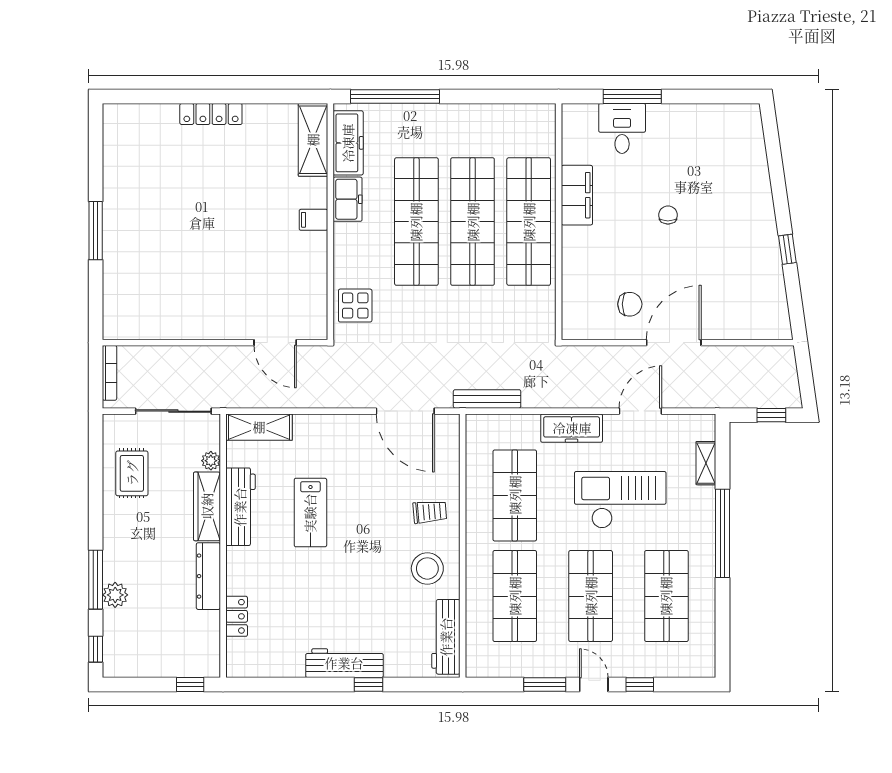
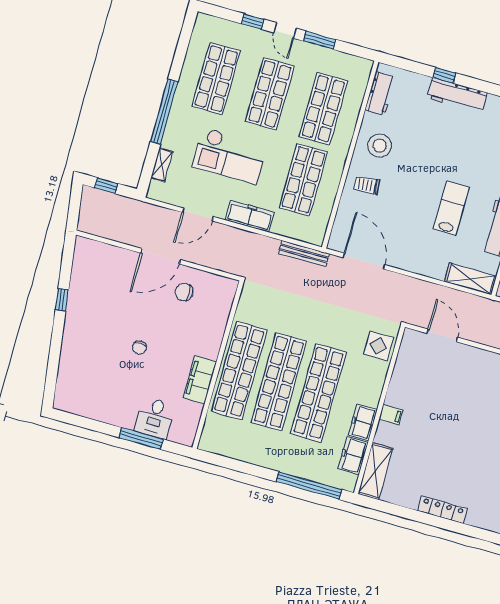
freezer: (348, 143) -> (353, 456), width x0.71
workbench: (446, 637) -> (380, 94), width x0.73

